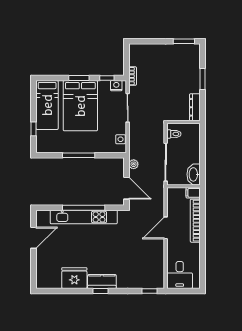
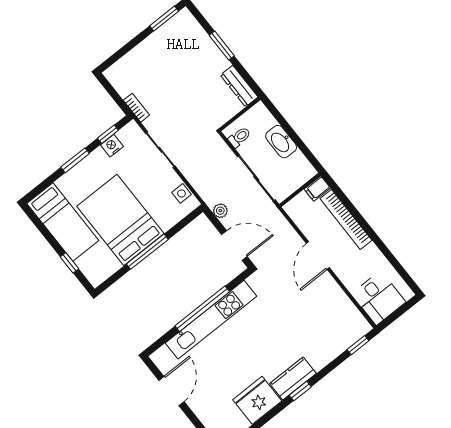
nightstand: (116, 86) -> (112, 146), moved
bed: (80, 106) -> (120, 220), moved, turned 180
washbasin: (194, 174) -> (281, 142), moved

